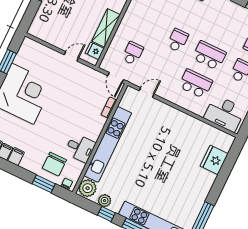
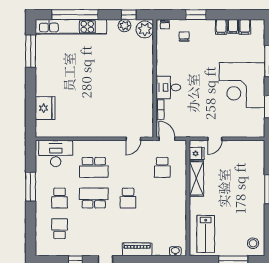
school desk: (209, 55) -> (94, 198), turned 180
kitchen unit: (108, 144) -> (145, 77), removed
desk: (80, 148) -> (168, 87), moved
chair: (54, 164) -> (184, 37), width x0.54, depth x0.54
window: (44, 184) -> (196, 15), moved
window: (106, 214) -> (129, 15), moved

